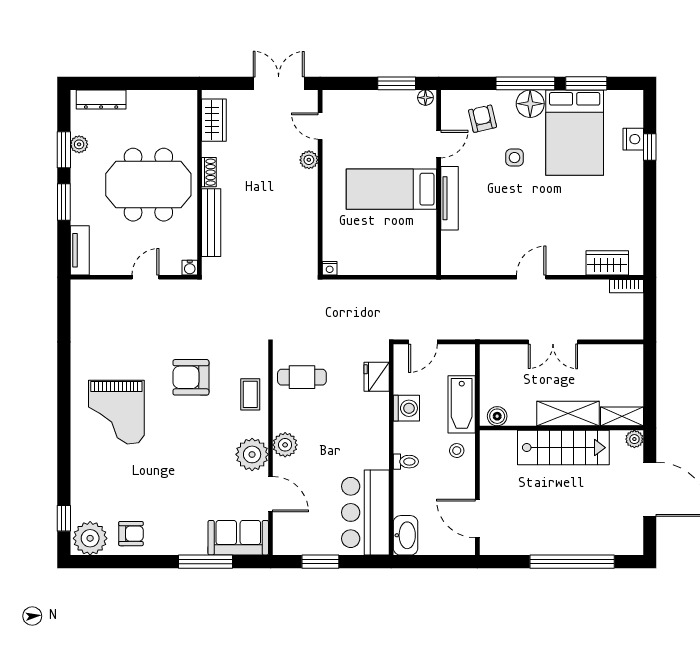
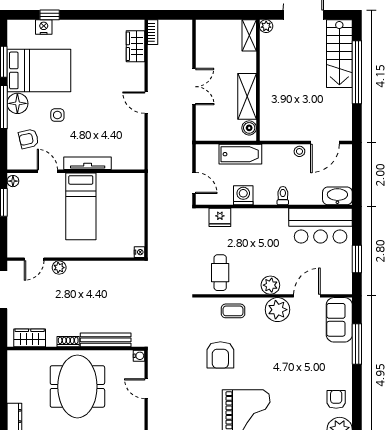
shelving: (568, 413) -> (247, 96), moved
stairs: (563, 448) -> (339, 54), moved, turned 180
stool: (457, 451) -> (299, 151), moved

